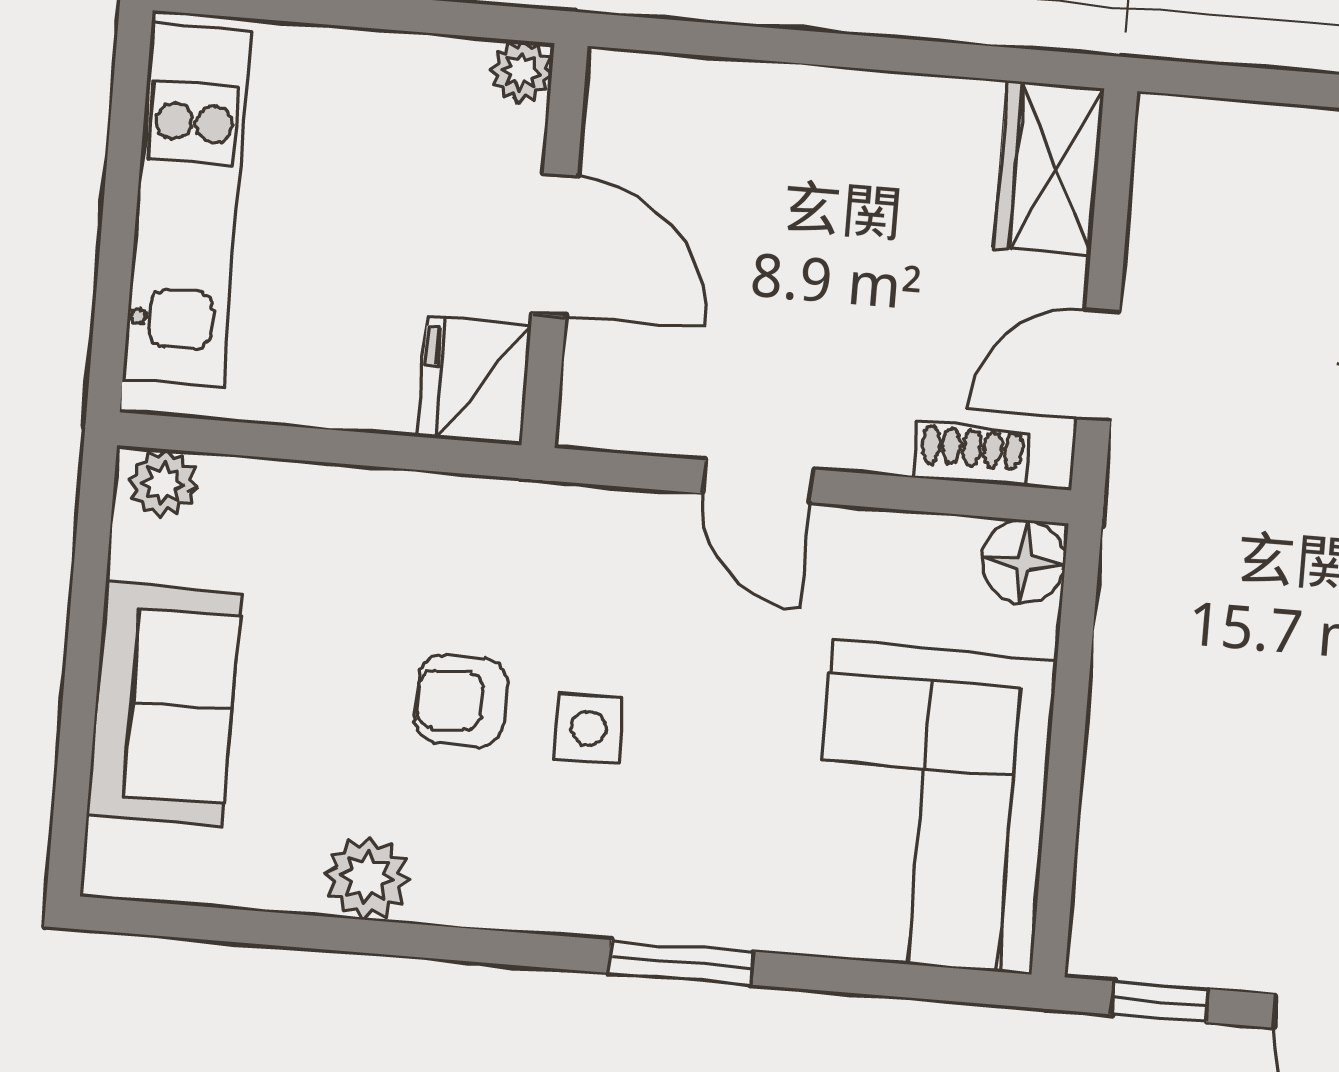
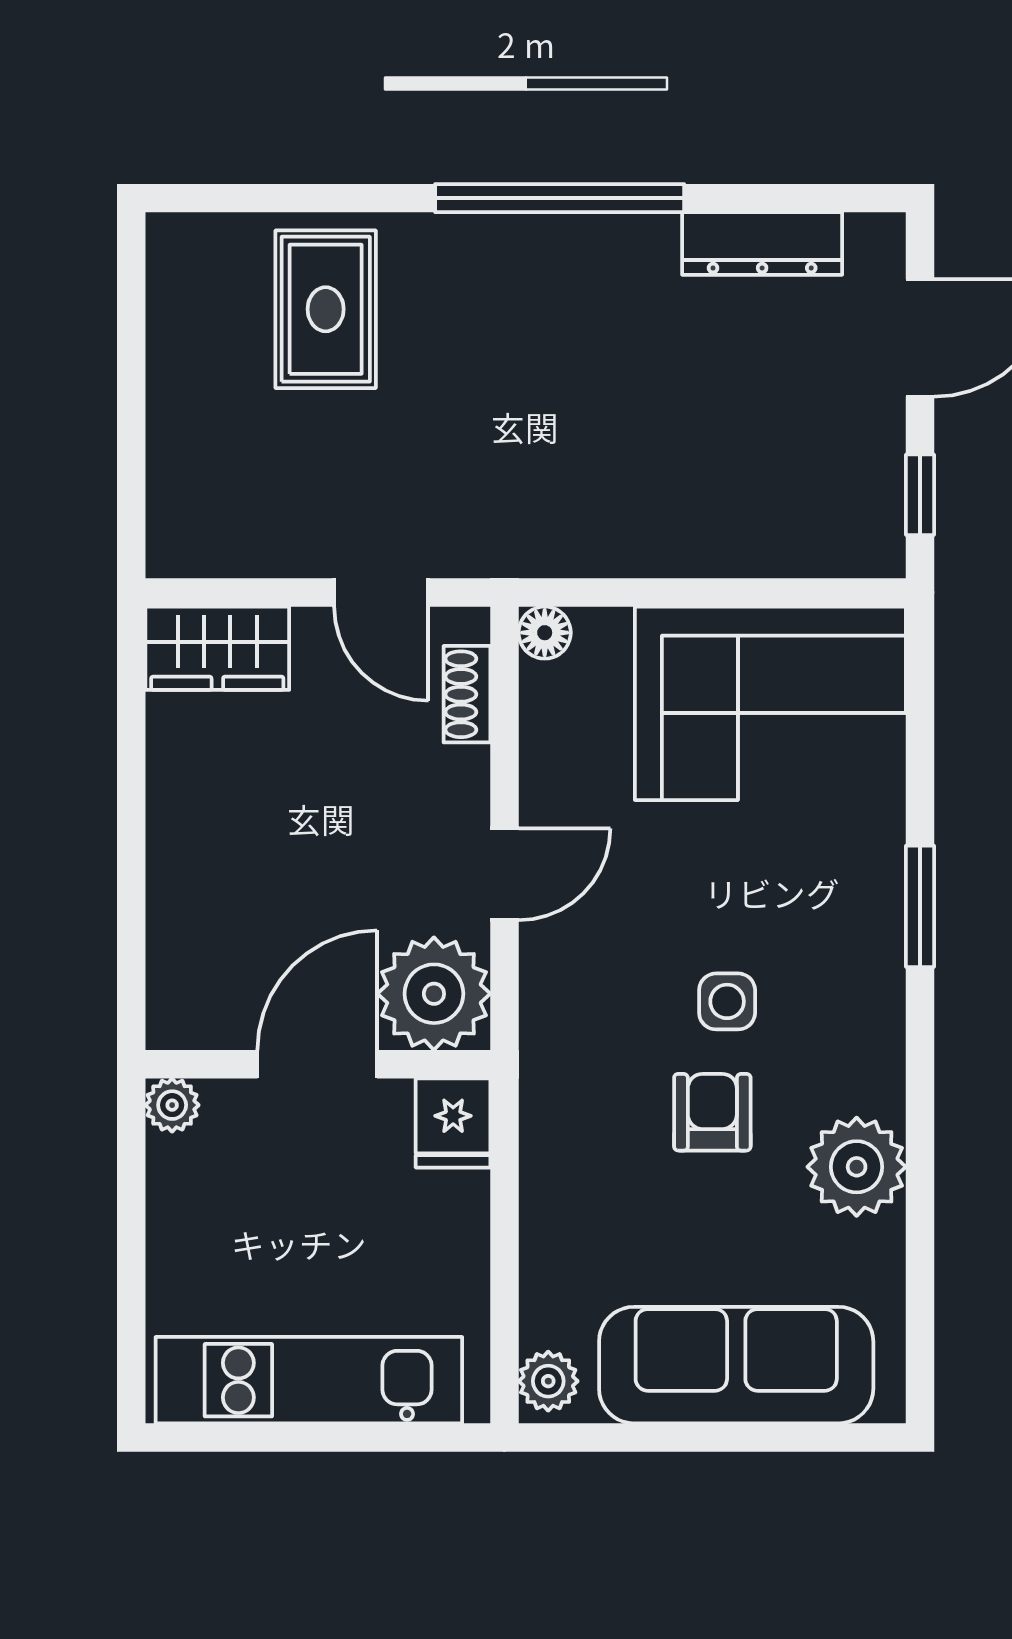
fridge: (475, 381) -> (453, 1123), width x0.72
plant: (626, 388) -> (434, 994), added
floor lamp: (1024, 562) -> (545, 633), width x0.73, depth x0.73
armchair: (461, 701) -> (712, 1112), turned 180
sofa: (164, 704) -> (736, 1365), width x1.36
plant: (367, 878) -> (857, 1167), width x1.36, depth x1.36

